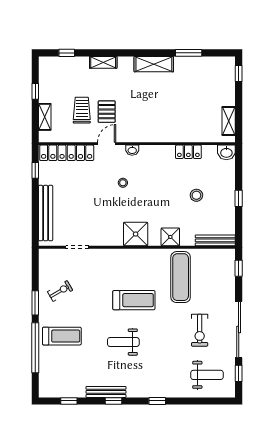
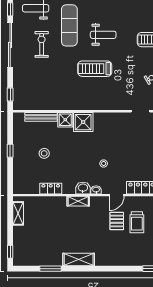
shelving: (103, 62) -> (78, 201), moved
washbasin: (226, 152) -> (83, 188), moved
shower: (136, 234) -> (83, 122), moved
bench: (215, 240) -> (41, 117), moved
exercise mat: (181, 277) -> (69, 25), moved

